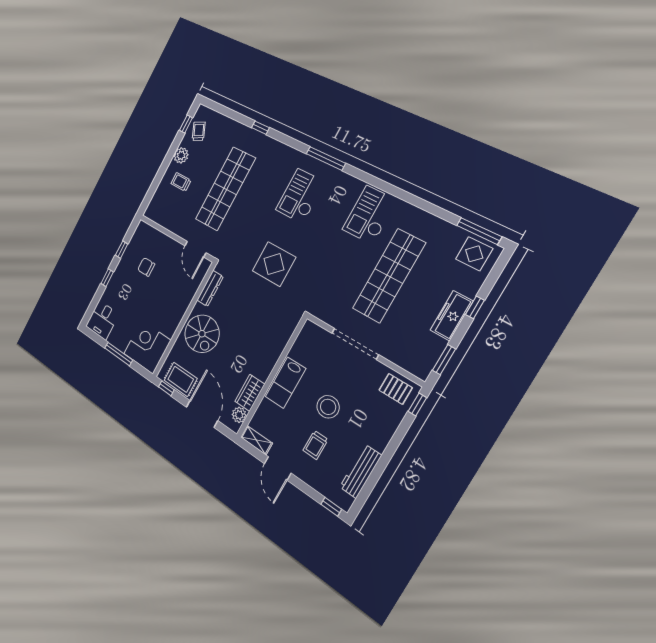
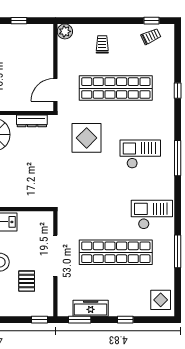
plant: (181, 155) -> (65, 31), moved
window: (479, 231) -> (178, 251), moved
display table: (274, 264) -> (87, 138), moved
chair: (146, 267) -> (17, 53), removed
freezer: (452, 316) -> (91, 308), moved
pallet: (396, 389) -> (27, 281), moved

